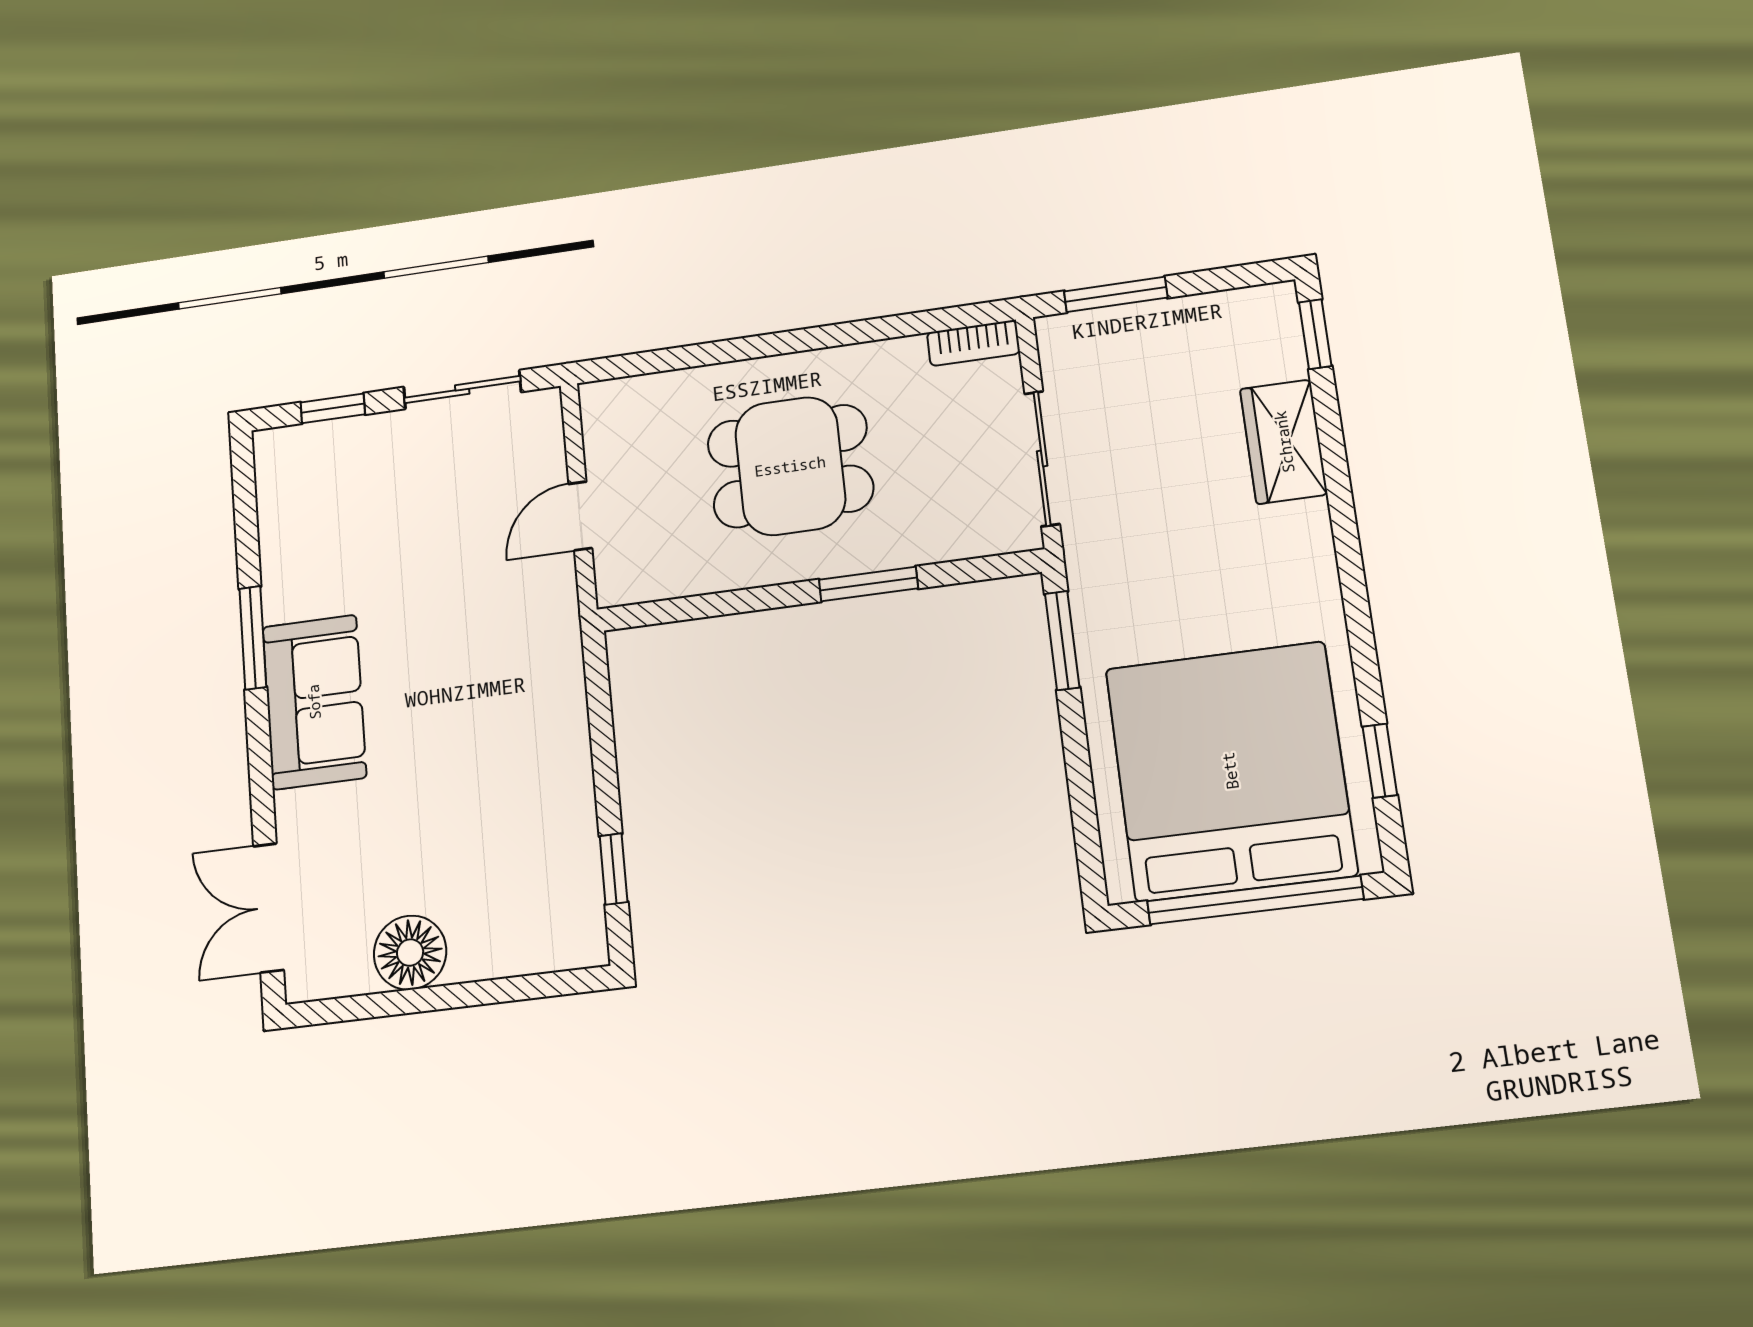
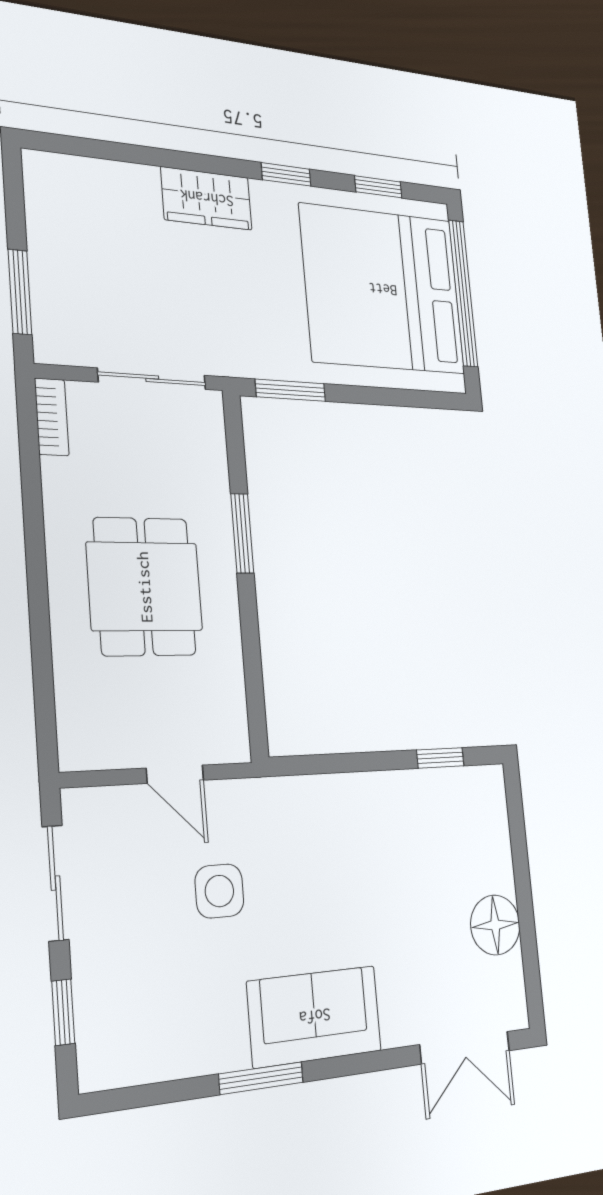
window: (1315, 334) -> (286, 174), moved
wardrobe: (1284, 442) -> (207, 198), moved
side table: (453, 577) -> (219, 891), added

